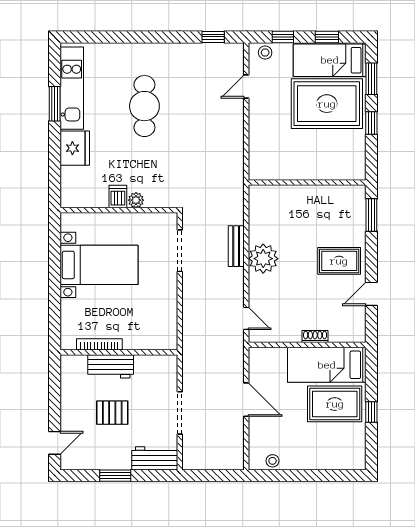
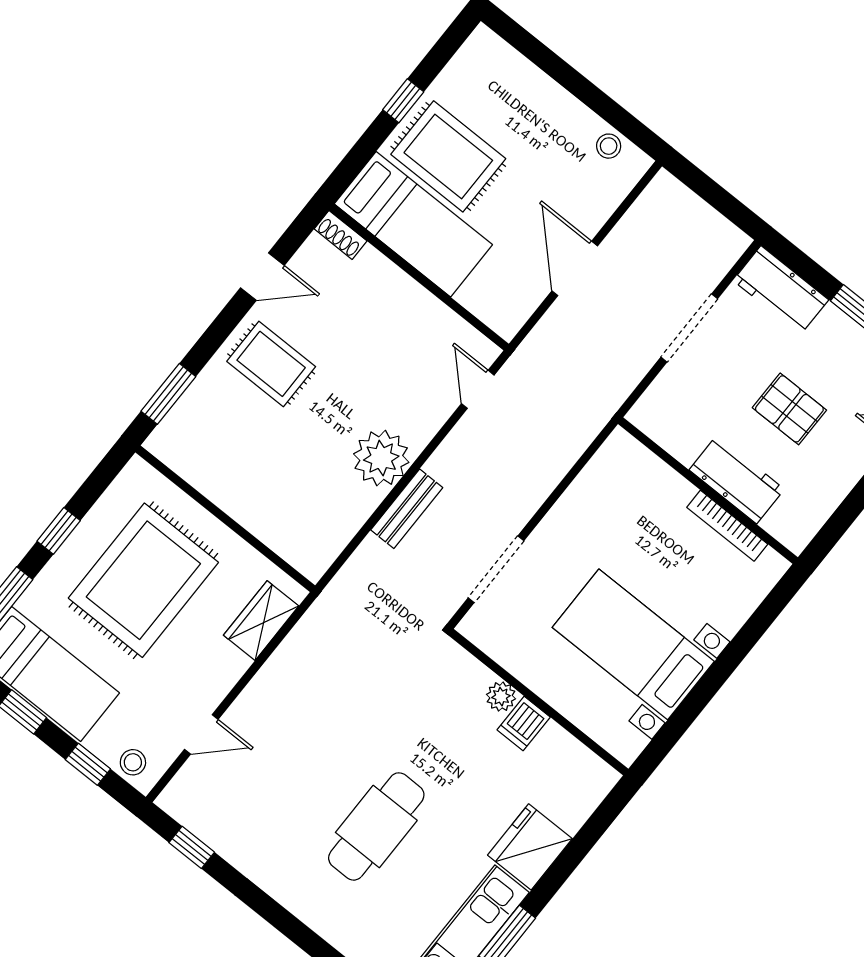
rug: (327, 104) -> (143, 580), moved, turned 90
wardrobe: (259, 153) -> (261, 621), added
shoe rack: (315, 337) -> (341, 235), moved

